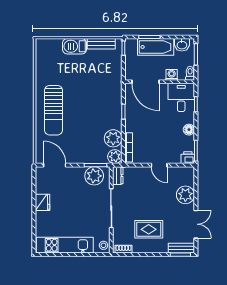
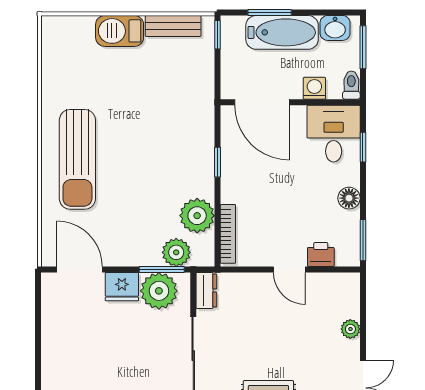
plant: (115, 157) -> (176, 252), moved
printer: (188, 158) -> (321, 255), moved
plant: (185, 195) -> (350, 329), width x0.53, depth x0.53
fridge: (42, 202) -> (122, 287), moved, turned 90

